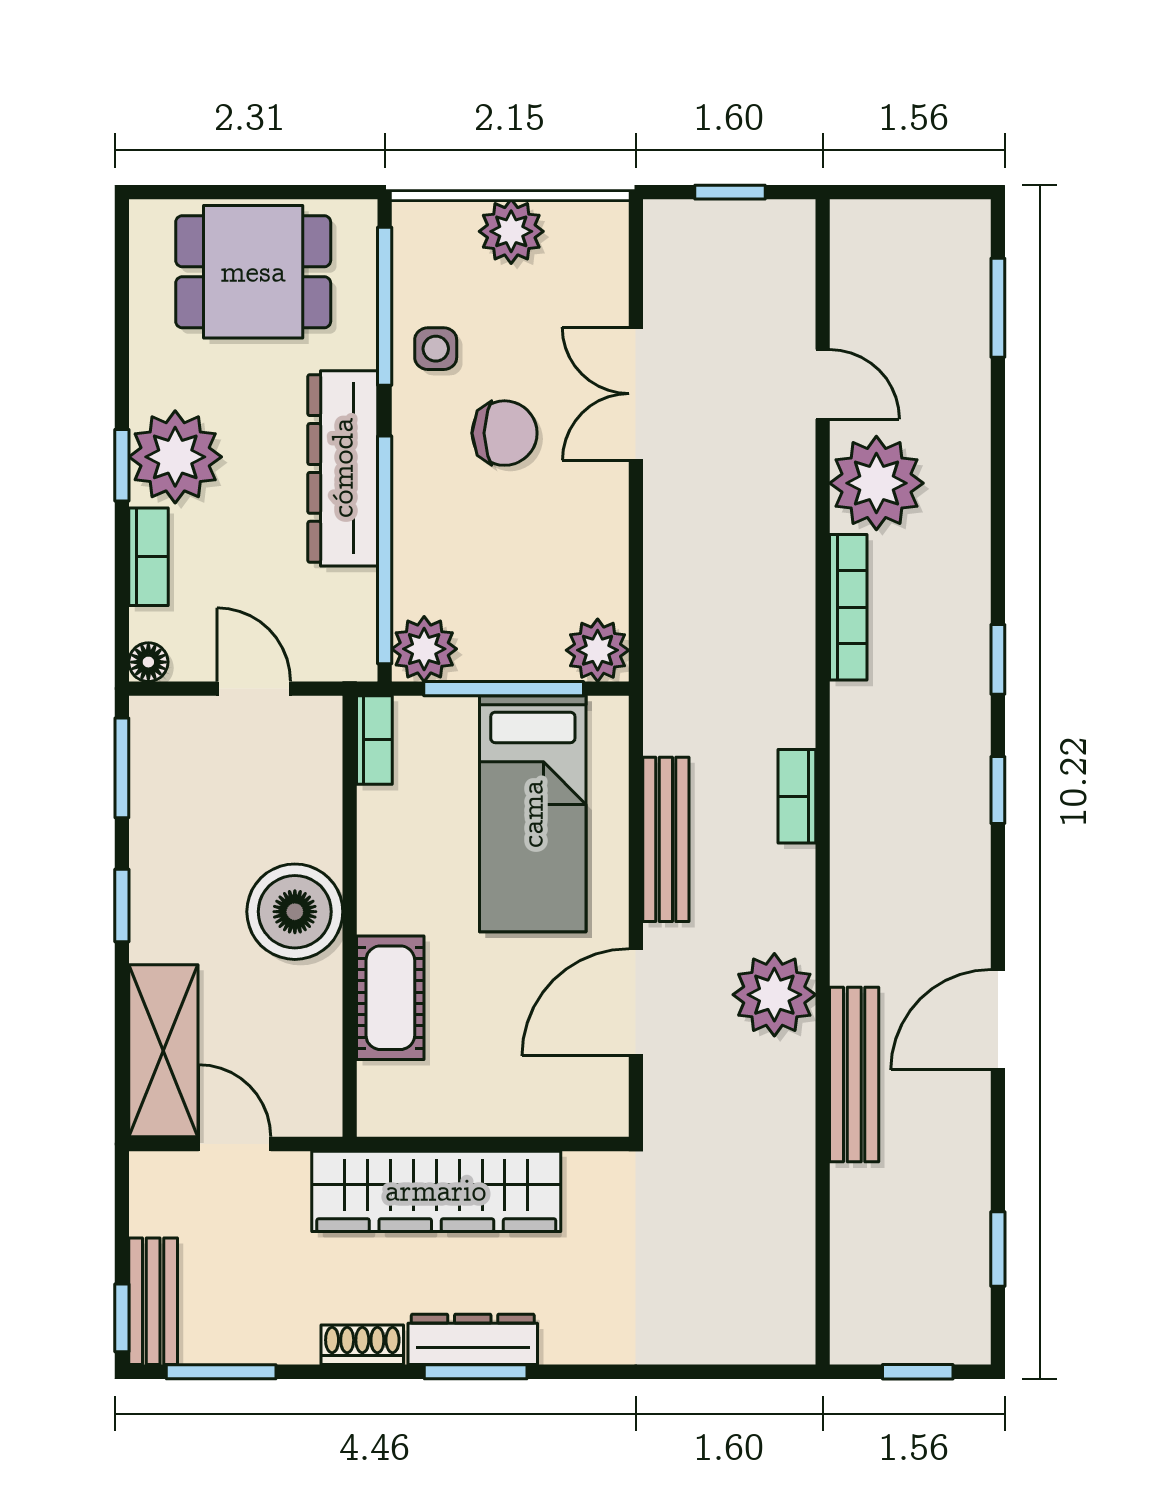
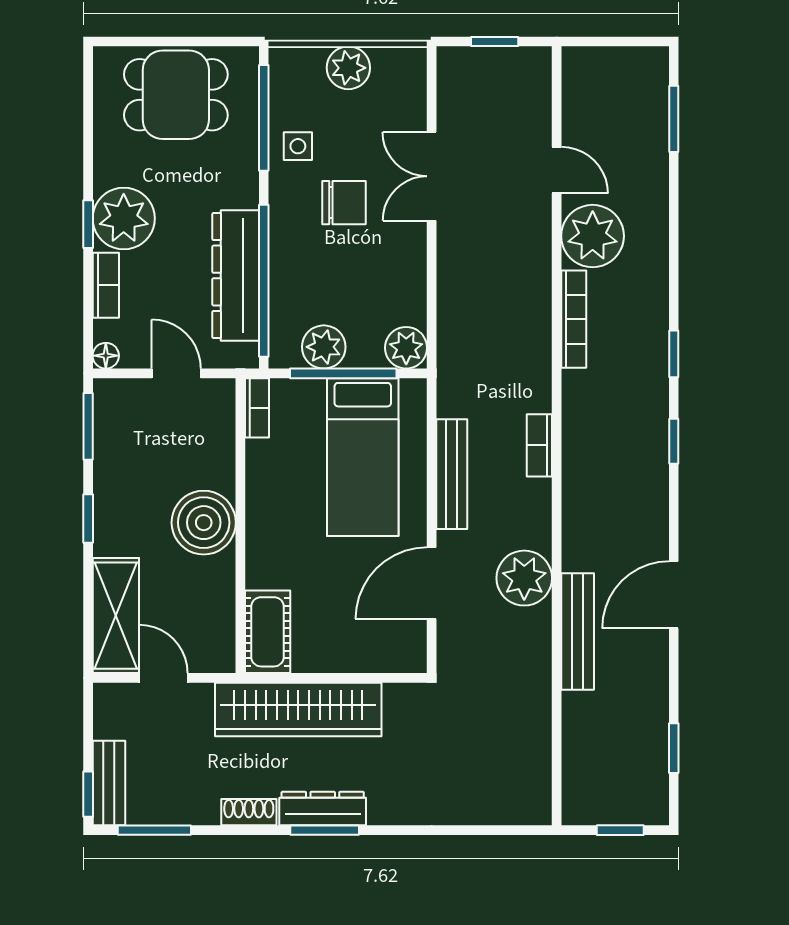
dresser: (343, 468) -> (236, 276), moved
plant: (424, 649) -> (324, 347), moved
cot: (390, 998) -> (268, 632), moved

